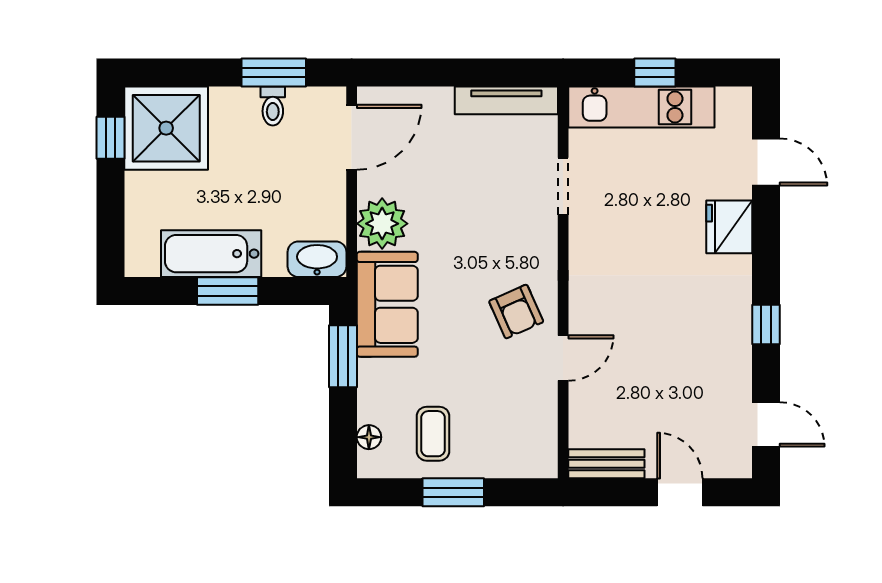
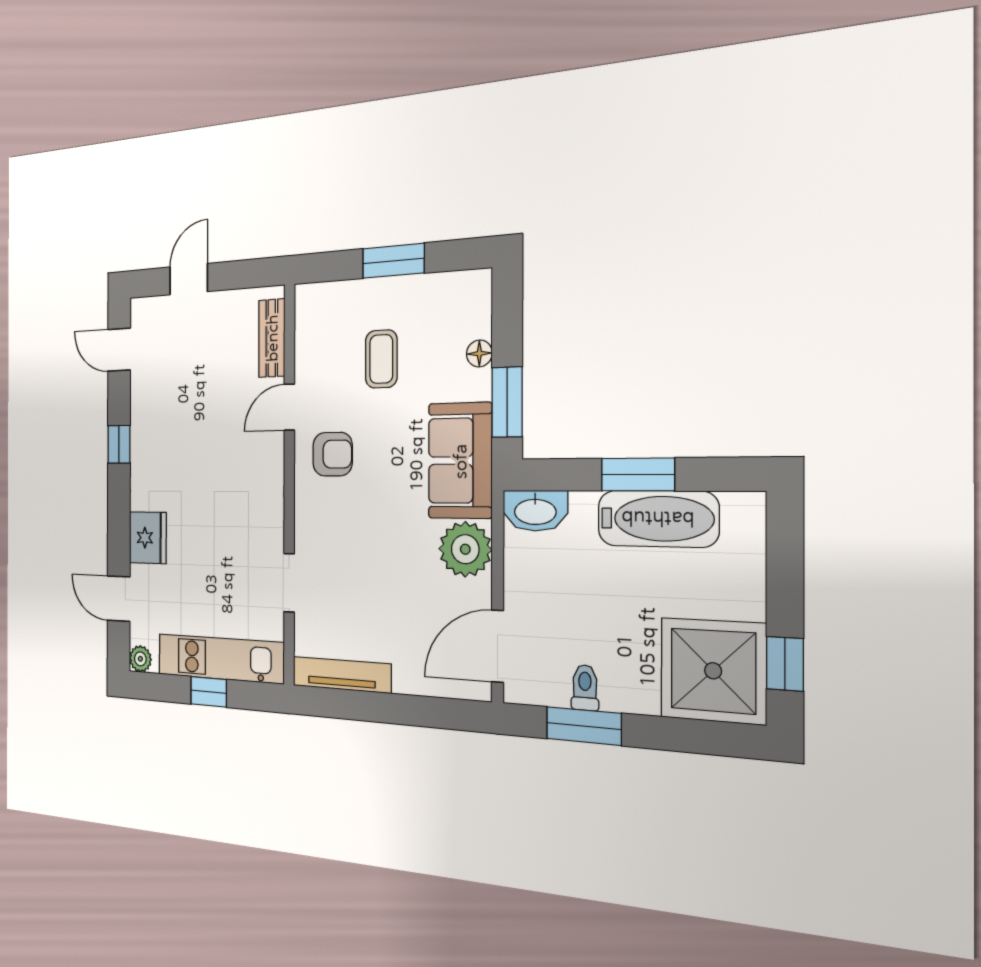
plant: (738, 100) -> (140, 659), added
armchair: (516, 312) -> (333, 454), turned 114
coffee table: (433, 434) -> (381, 359), moved
floor lamp: (369, 437) -> (479, 353), moved
bench: (606, 464) -> (272, 338), moved, turned 90
door: (680, 492) -> (189, 279), swing flipped

